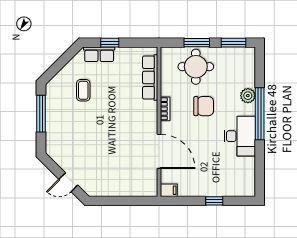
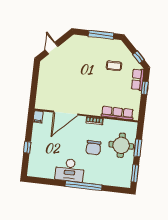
window: (67, 57) -> (138, 57), added
plant: (248, 96) -> (97, 179), removed

